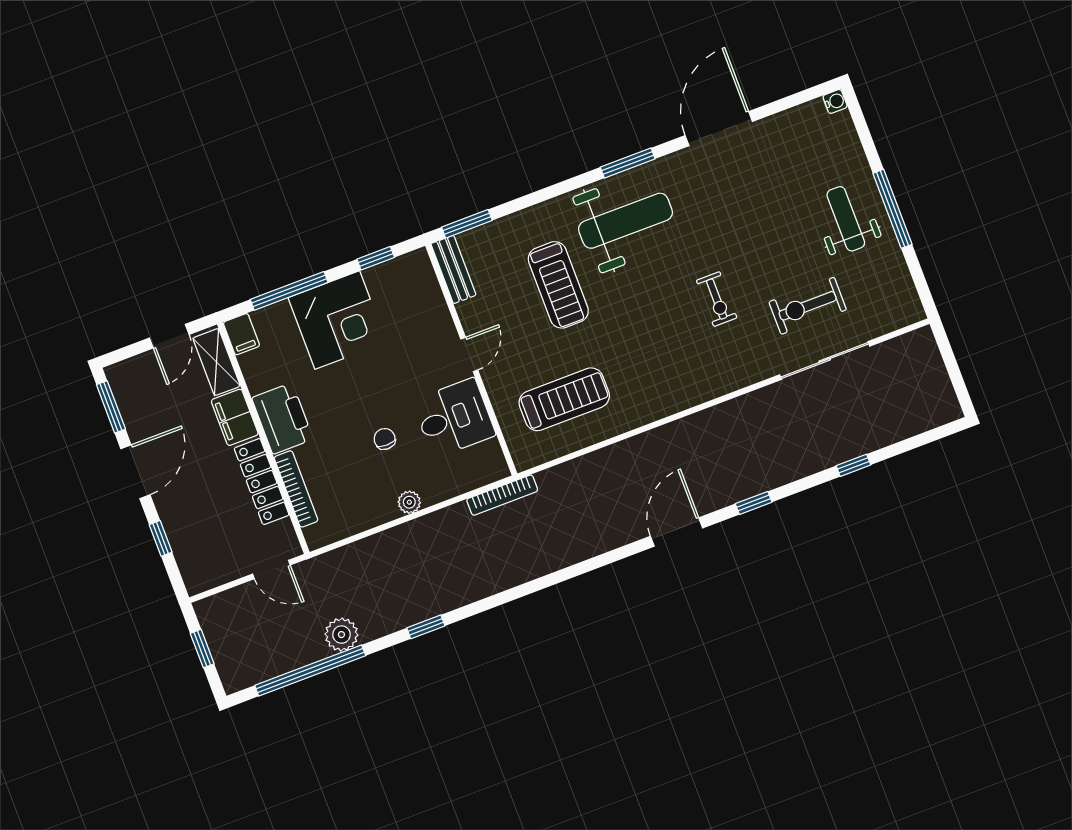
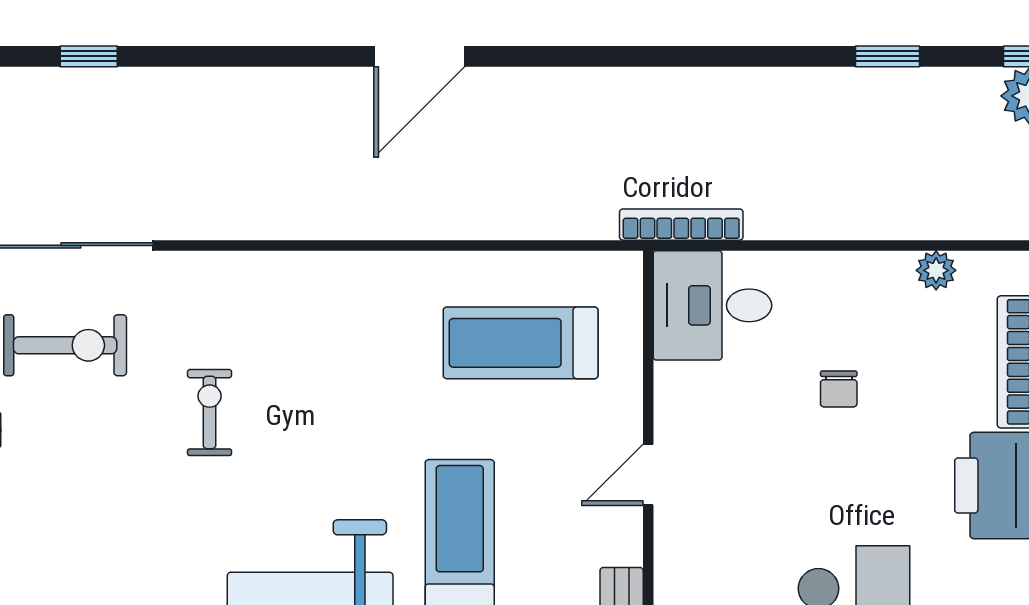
desk: (454, 418) -> (712, 305), moved
plant: (409, 502) -> (936, 270), moved
window: (754, 503) -> (275, 56), removed

